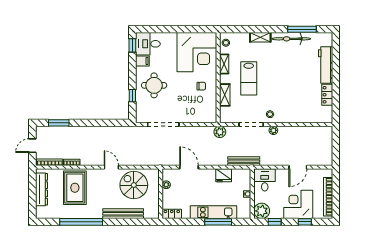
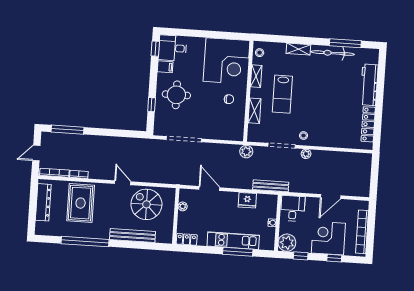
locker: (327, 95) -> (368, 124), width x1.53
window: (59, 123) -> (67, 130), width x1.44

